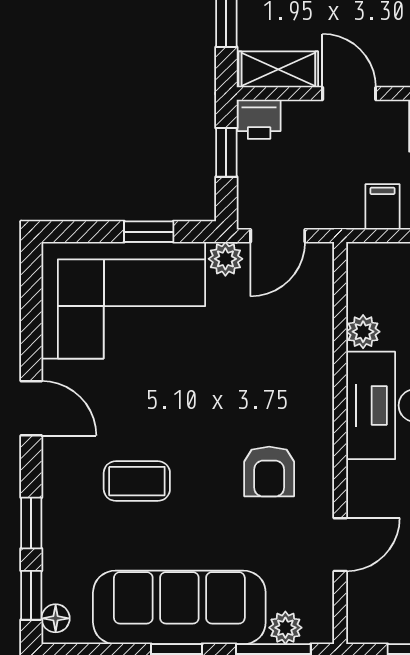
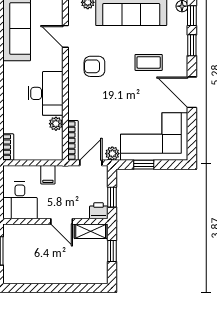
bookcase: (322, 291) -> (73, 140), added
door: (31, 408) -> (192, 92), width x1.38
armchair: (269, 472) -> (94, 66), turned -90
door: (340, 545) -> (65, 36), hinge flipped

